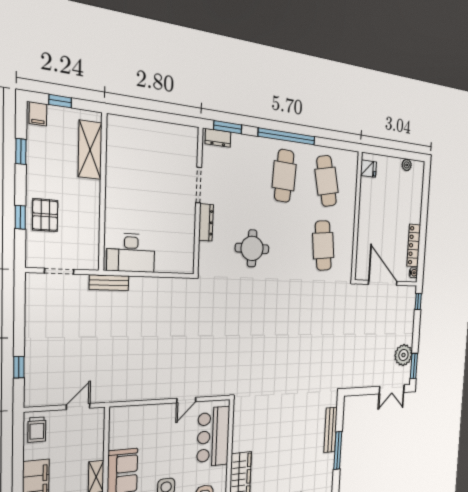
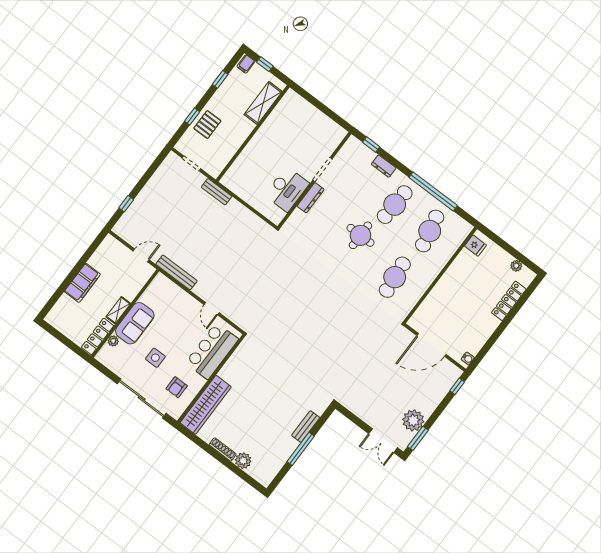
window: (228, 127) -> (371, 144), width x0.67
window: (287, 136) -> (433, 191), moved
dresser: (218, 138) -> (384, 166), moved
locker: (414, 245) -> (509, 301), moved
round table: (252, 248) -> (360, 235), moved
desk: (131, 253) -> (287, 189), moved, turned -90
door: (383, 283) -> (431, 345), swing flipped
bench: (128, 394) -> (176, 272), added
door: (186, 400) -> (212, 309), hinge flipped
trolley: (37, 430) -> (108, 250), removed
bench: (331, 430) -> (306, 427), width x0.73

